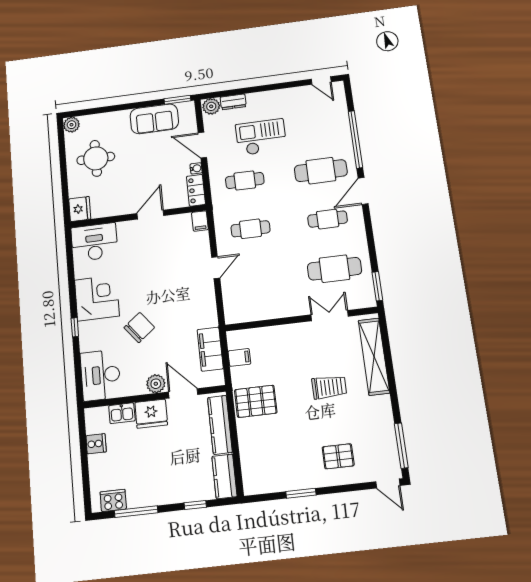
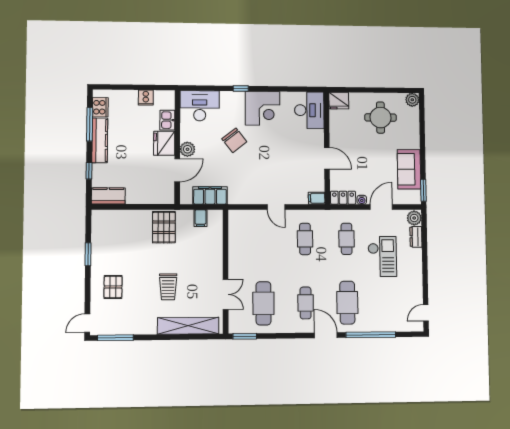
kitchen counter: (220, 425) -> (100, 140), moved, turned 90

